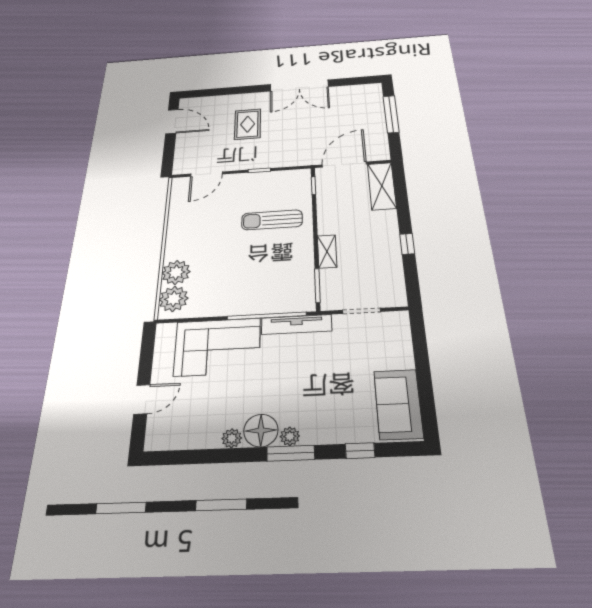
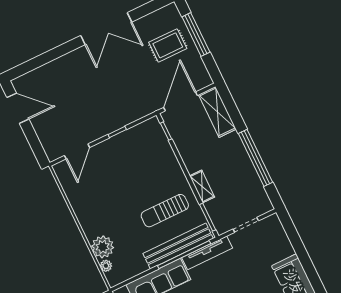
rug: (248, 124) -> (168, 45), moved, turned 90
sun lounger: (272, 220) -> (165, 211), moved
window: (407, 244) -> (256, 158), width x3.17
plant: (174, 299) -> (106, 266), width x0.53, depth x0.53
bench: (265, 304) -> (178, 246), added

